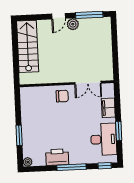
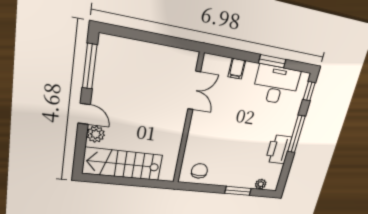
plant: (73, 24) -> (96, 134), moved
chair: (62, 96) -> (199, 171), moved
filing cabinet: (108, 108) -> (237, 69), width x0.50
plant: (28, 162) -> (261, 184), moved

